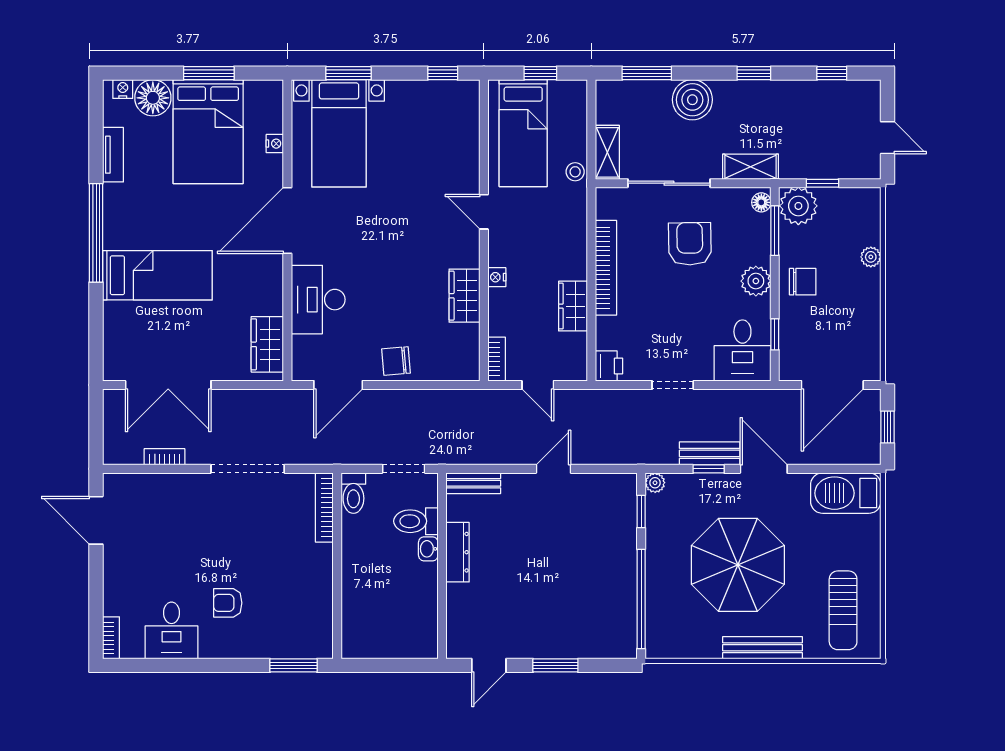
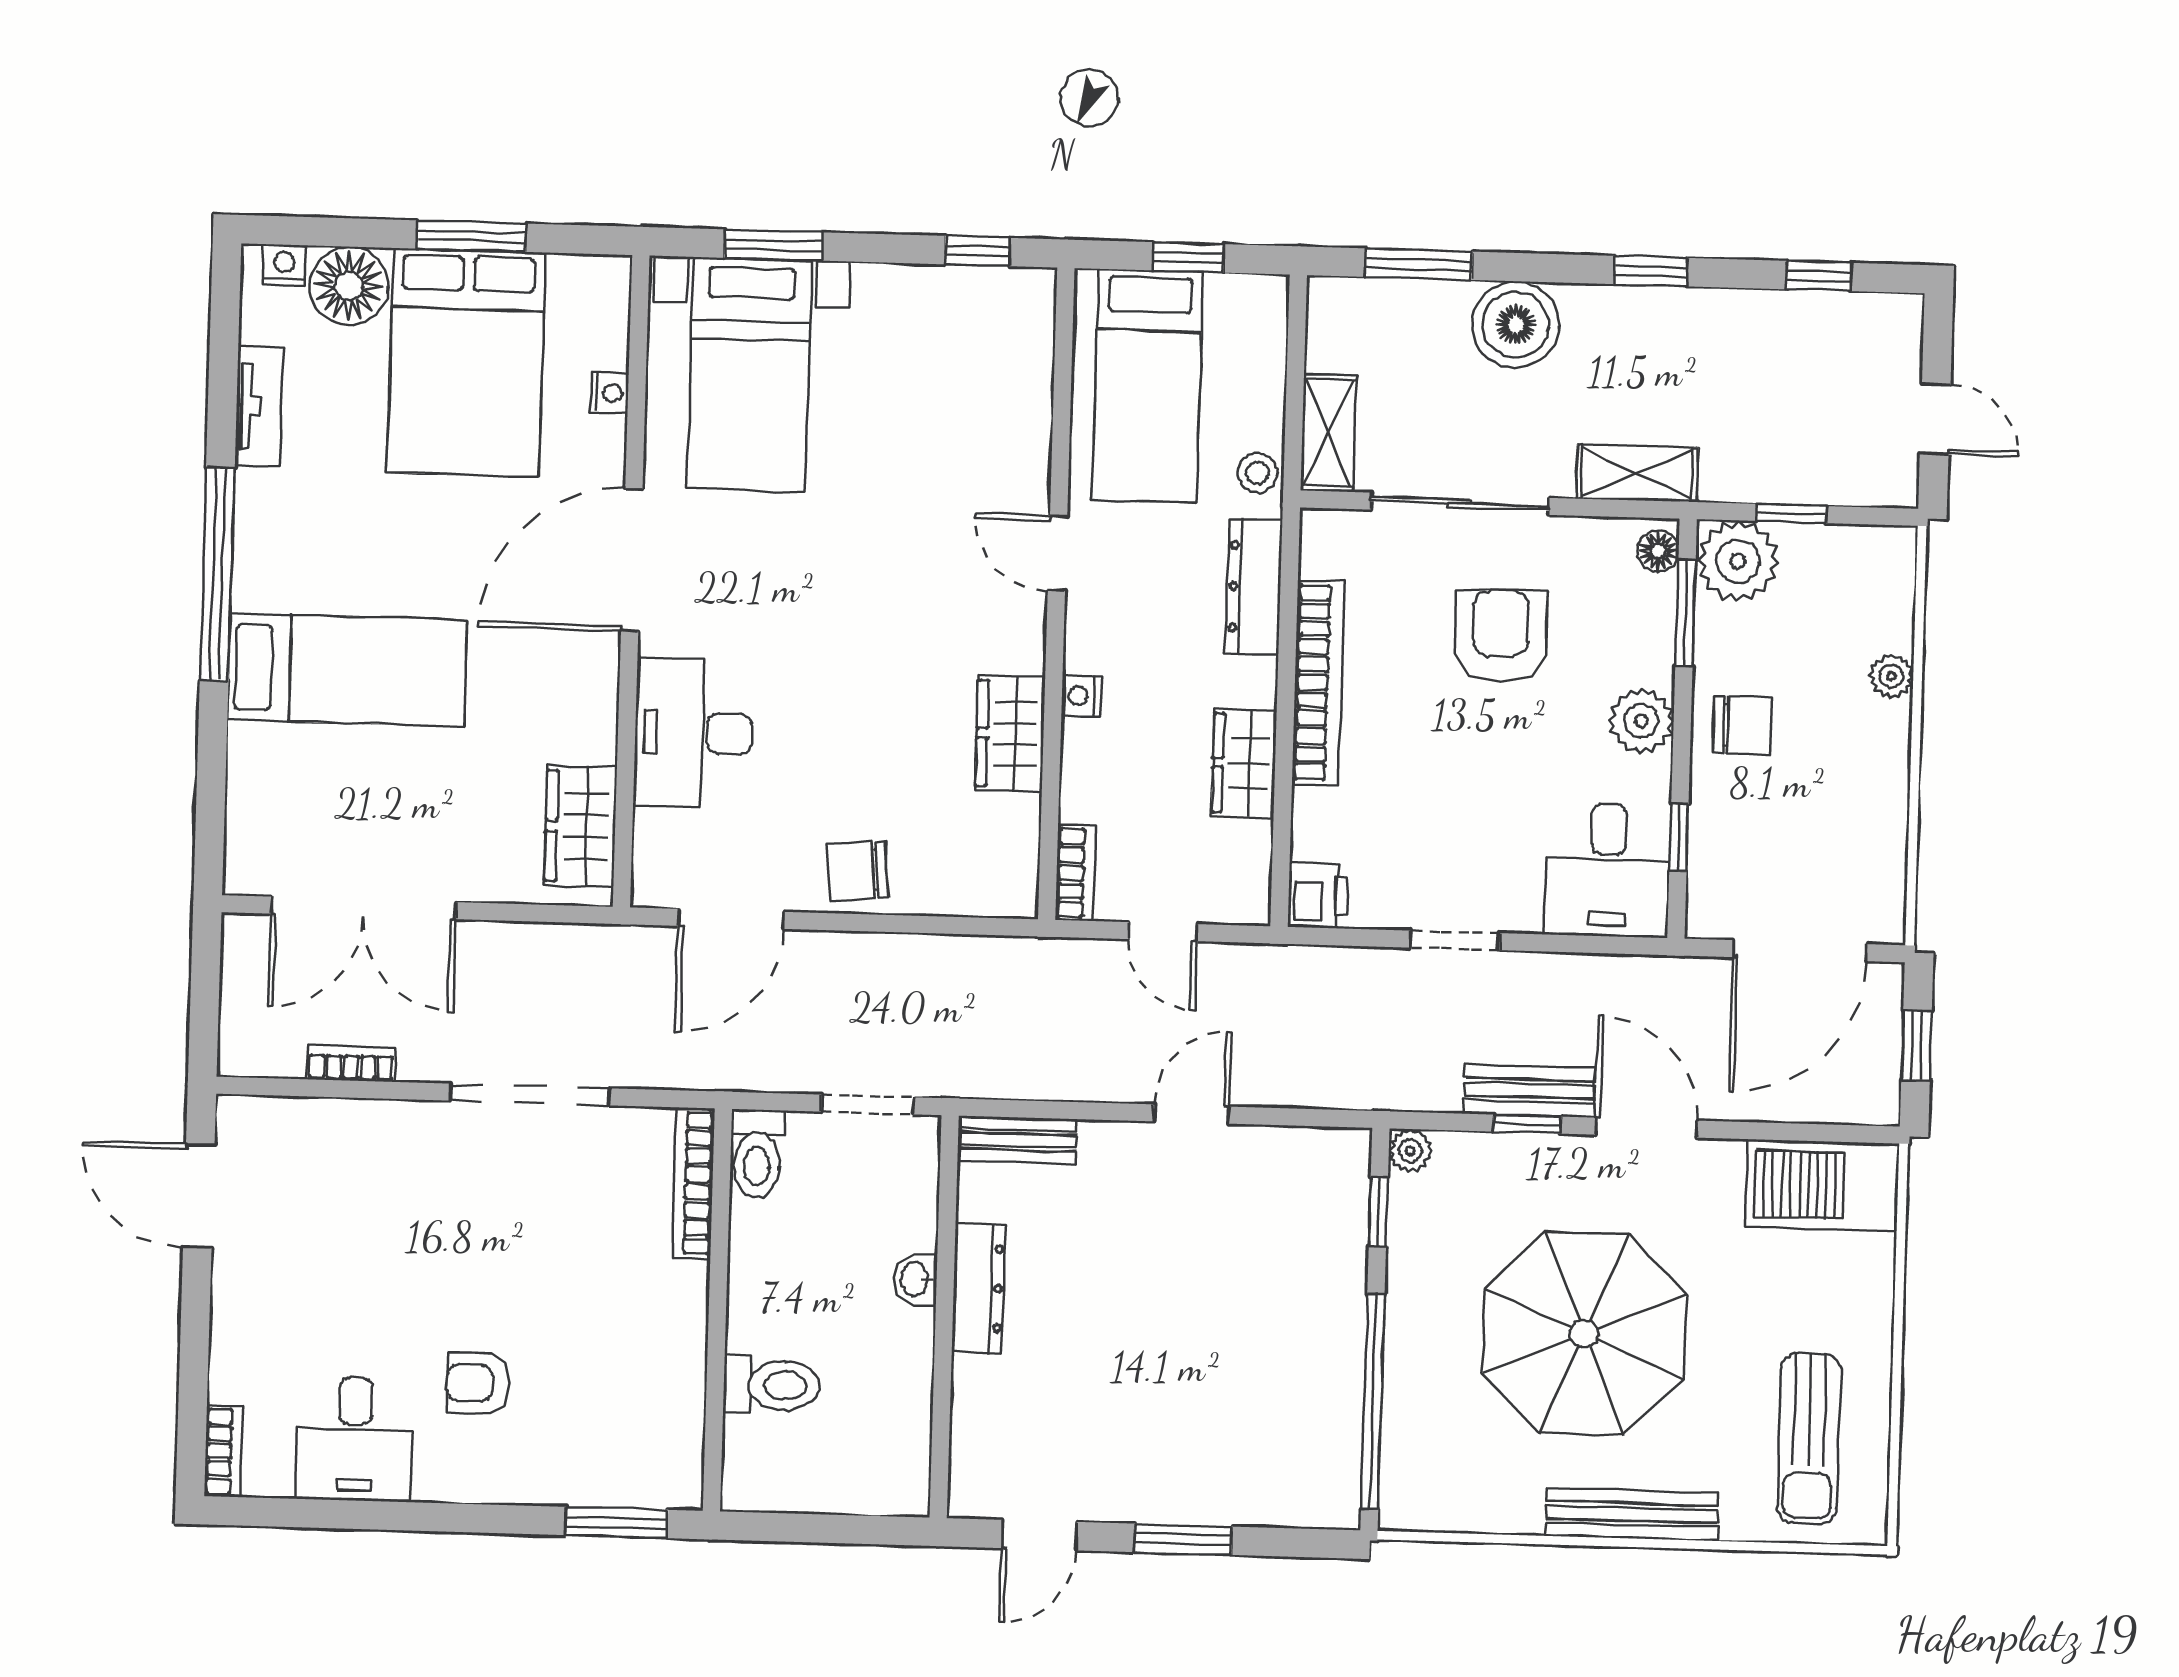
dresser: (575, 224) -> (1254, 587), added
toilet: (416, 521) -> (772, 1385), moved, turned 180

